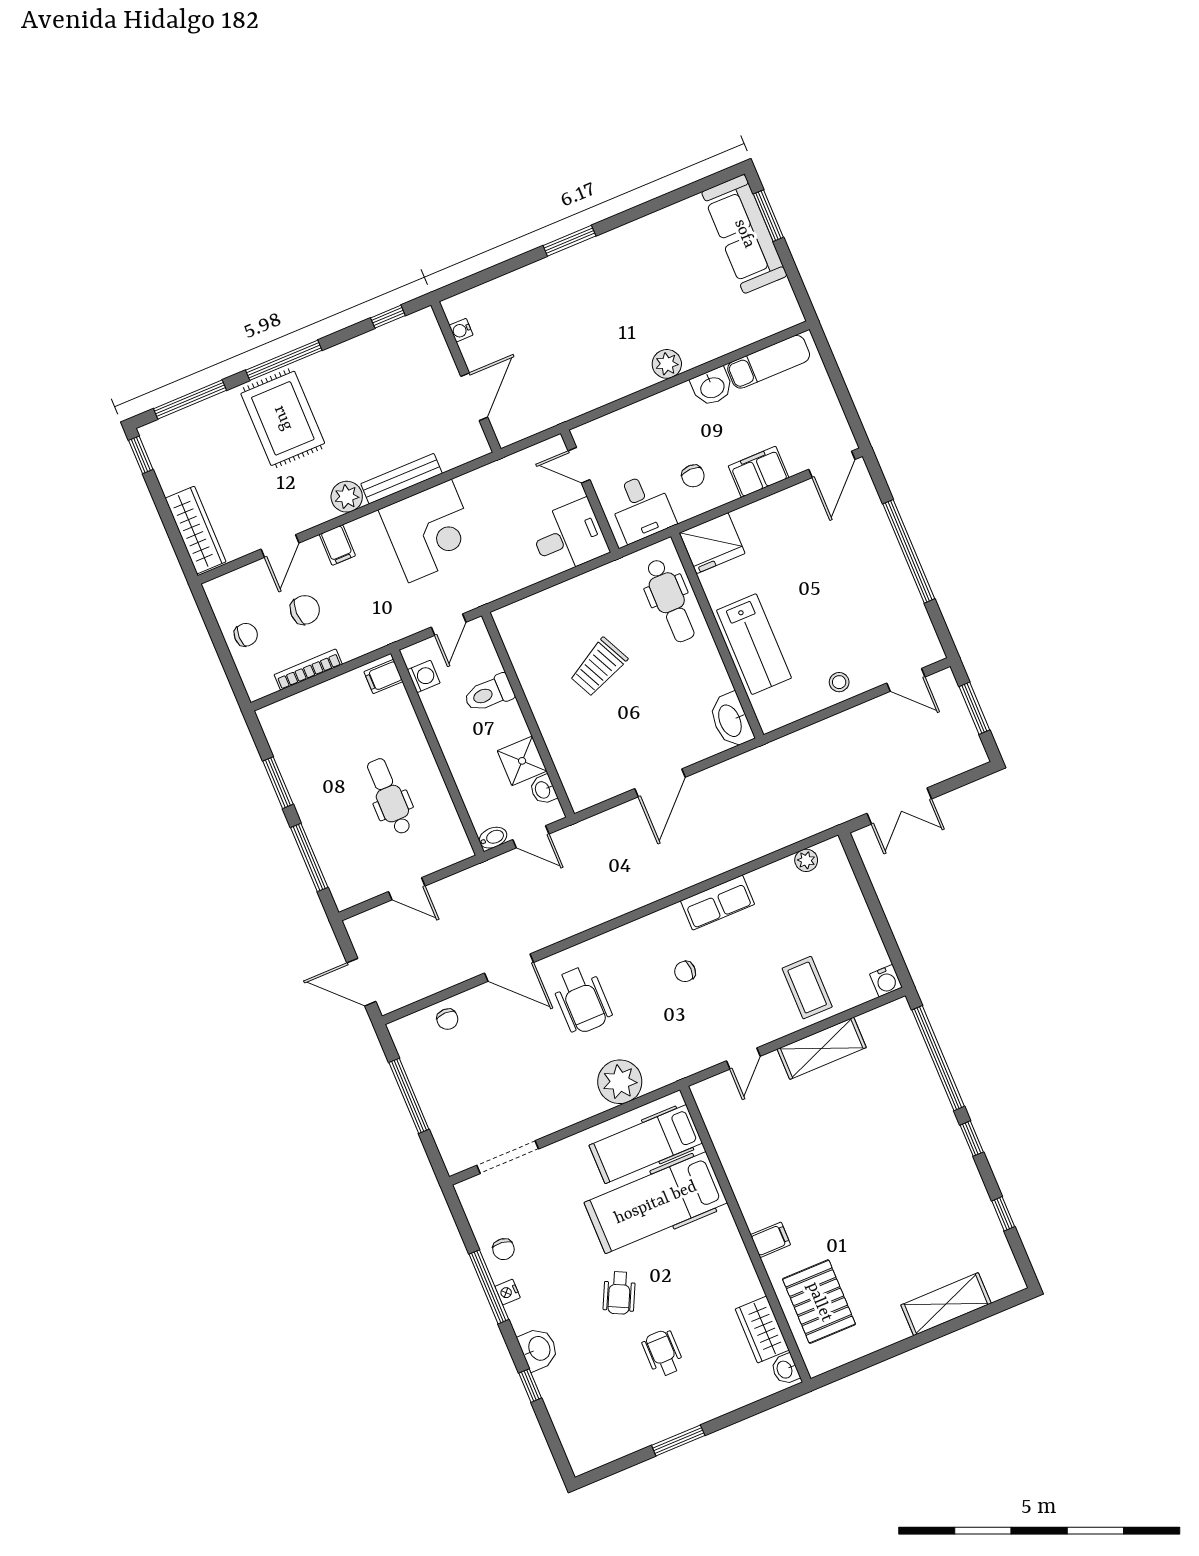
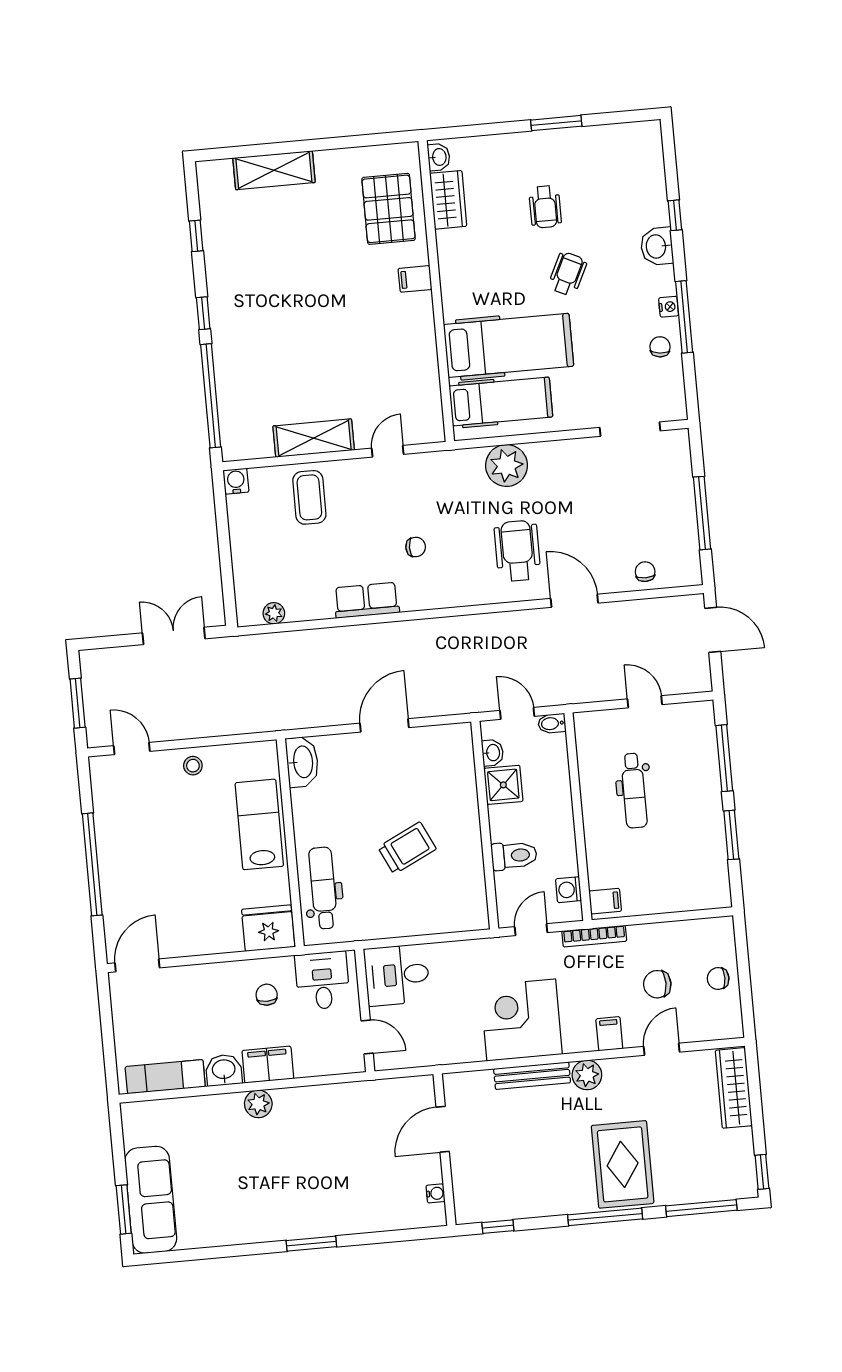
filing cabinet: (759, 472) -> (268, 1065), moved, turned 180
bookcase: (308, 670) -> (594, 936), moved

